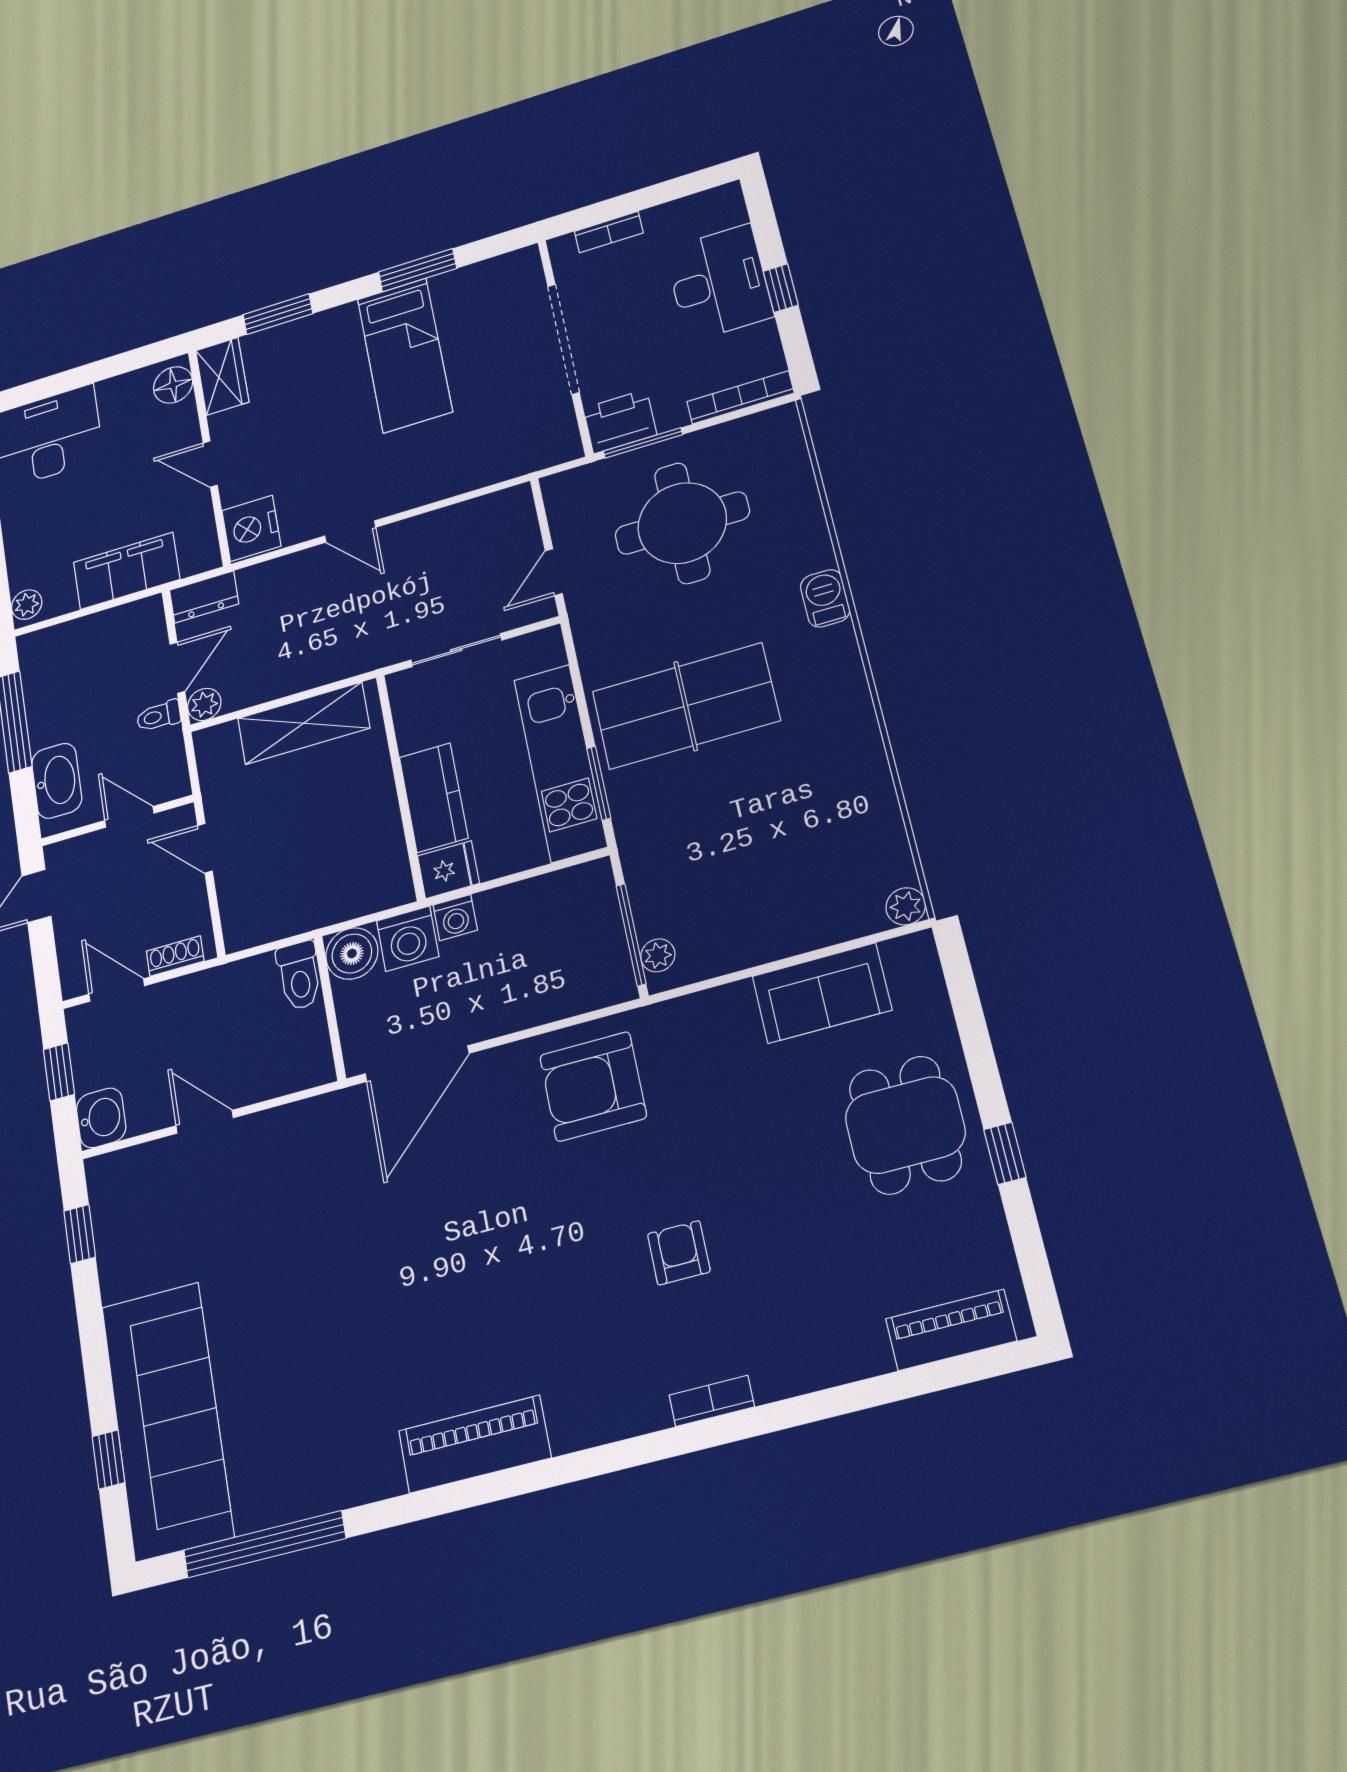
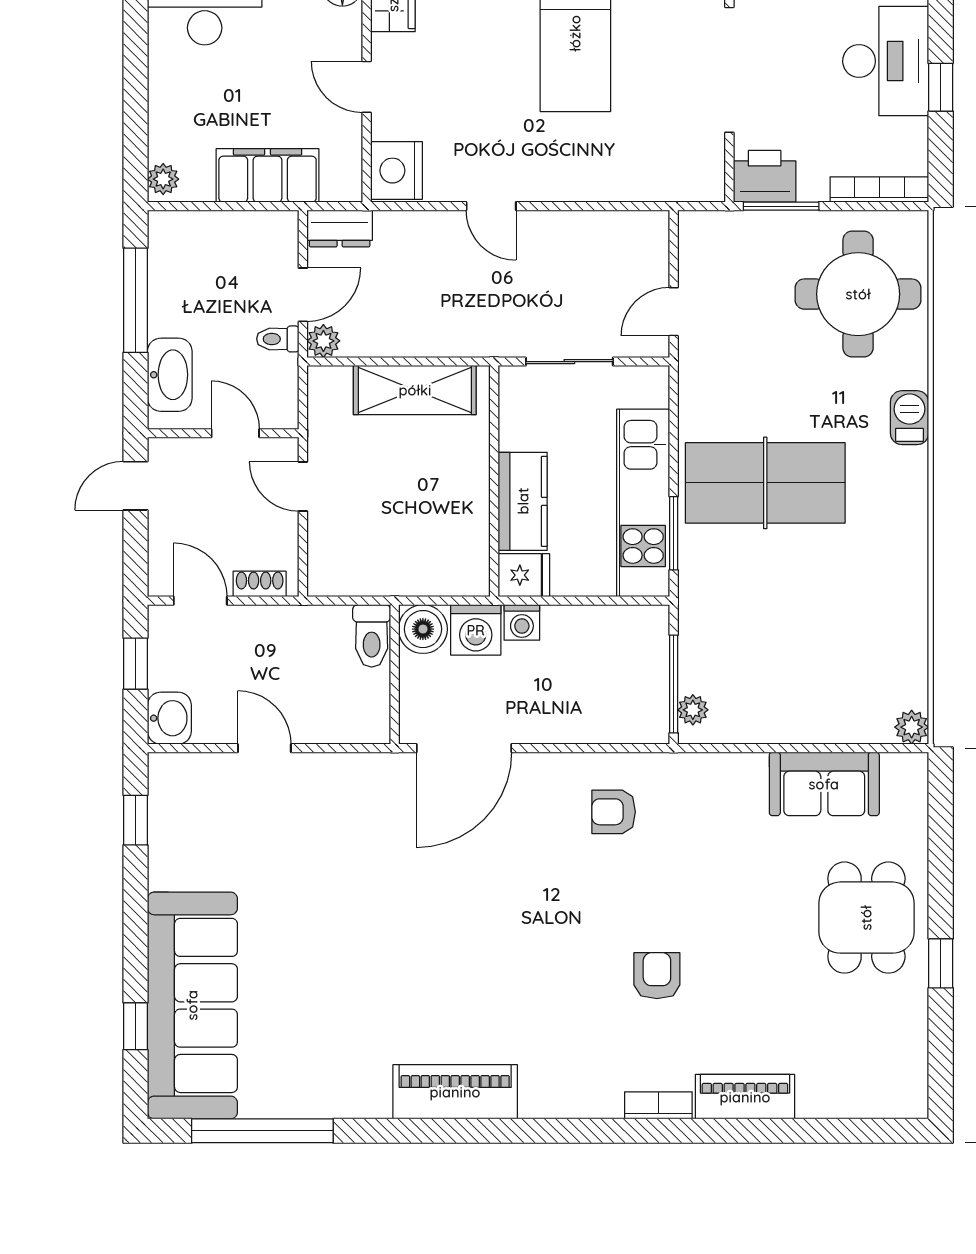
round table: (682, 523) -> (858, 294), moved
armchair: (593, 1086) -> (614, 812), width x0.53, depth x0.53
piano: (951, 1330) -> (745, 1097), moved

